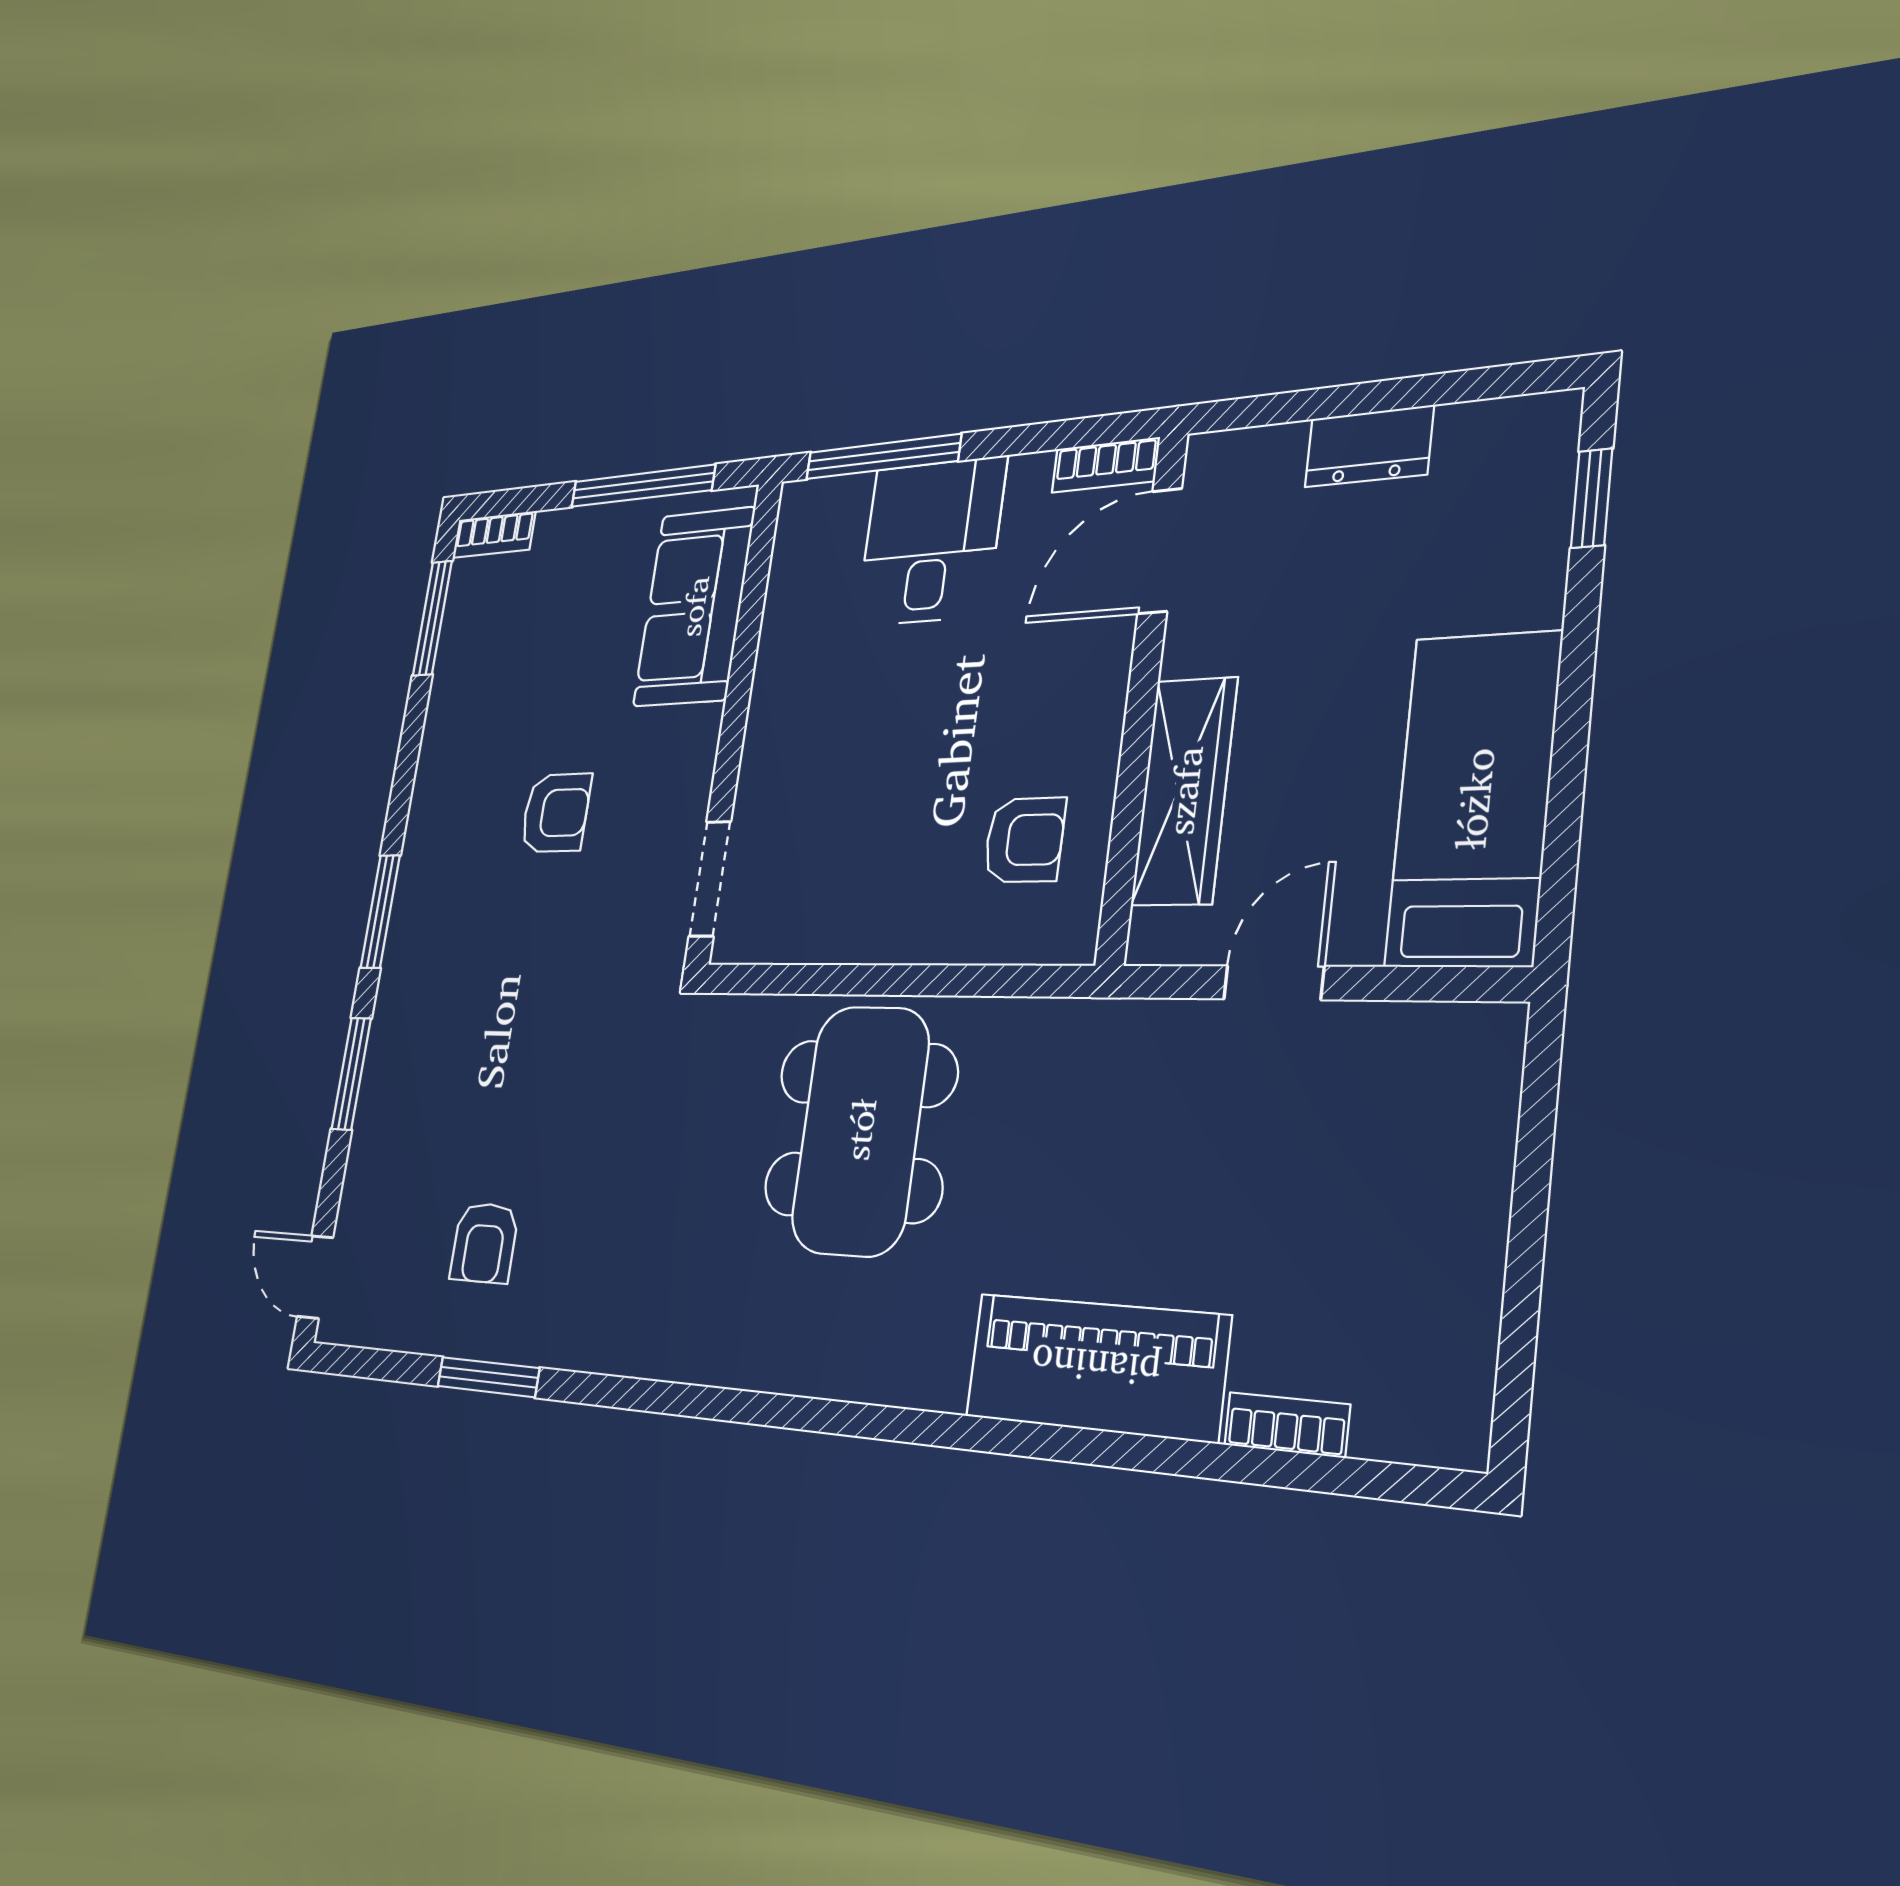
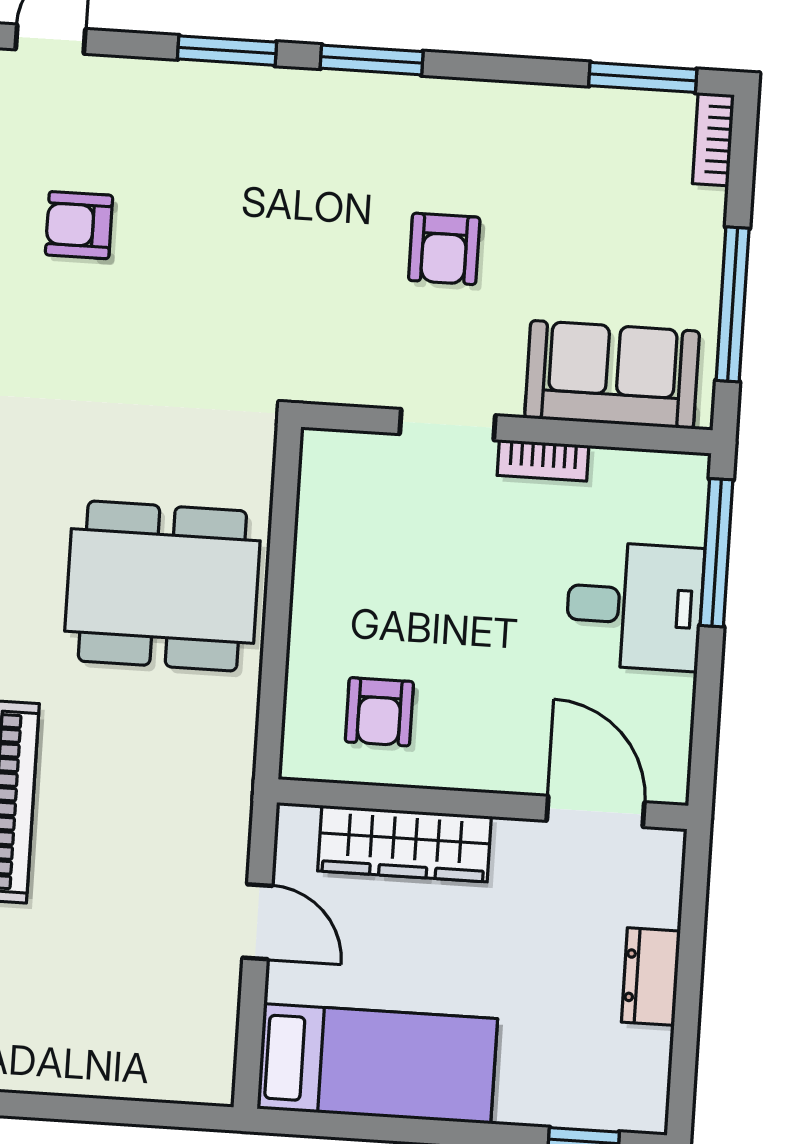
bookcase: (1105, 465) -> (543, 460), moved, turned -90
doorway: (710, 879) -> (447, 425), moved

